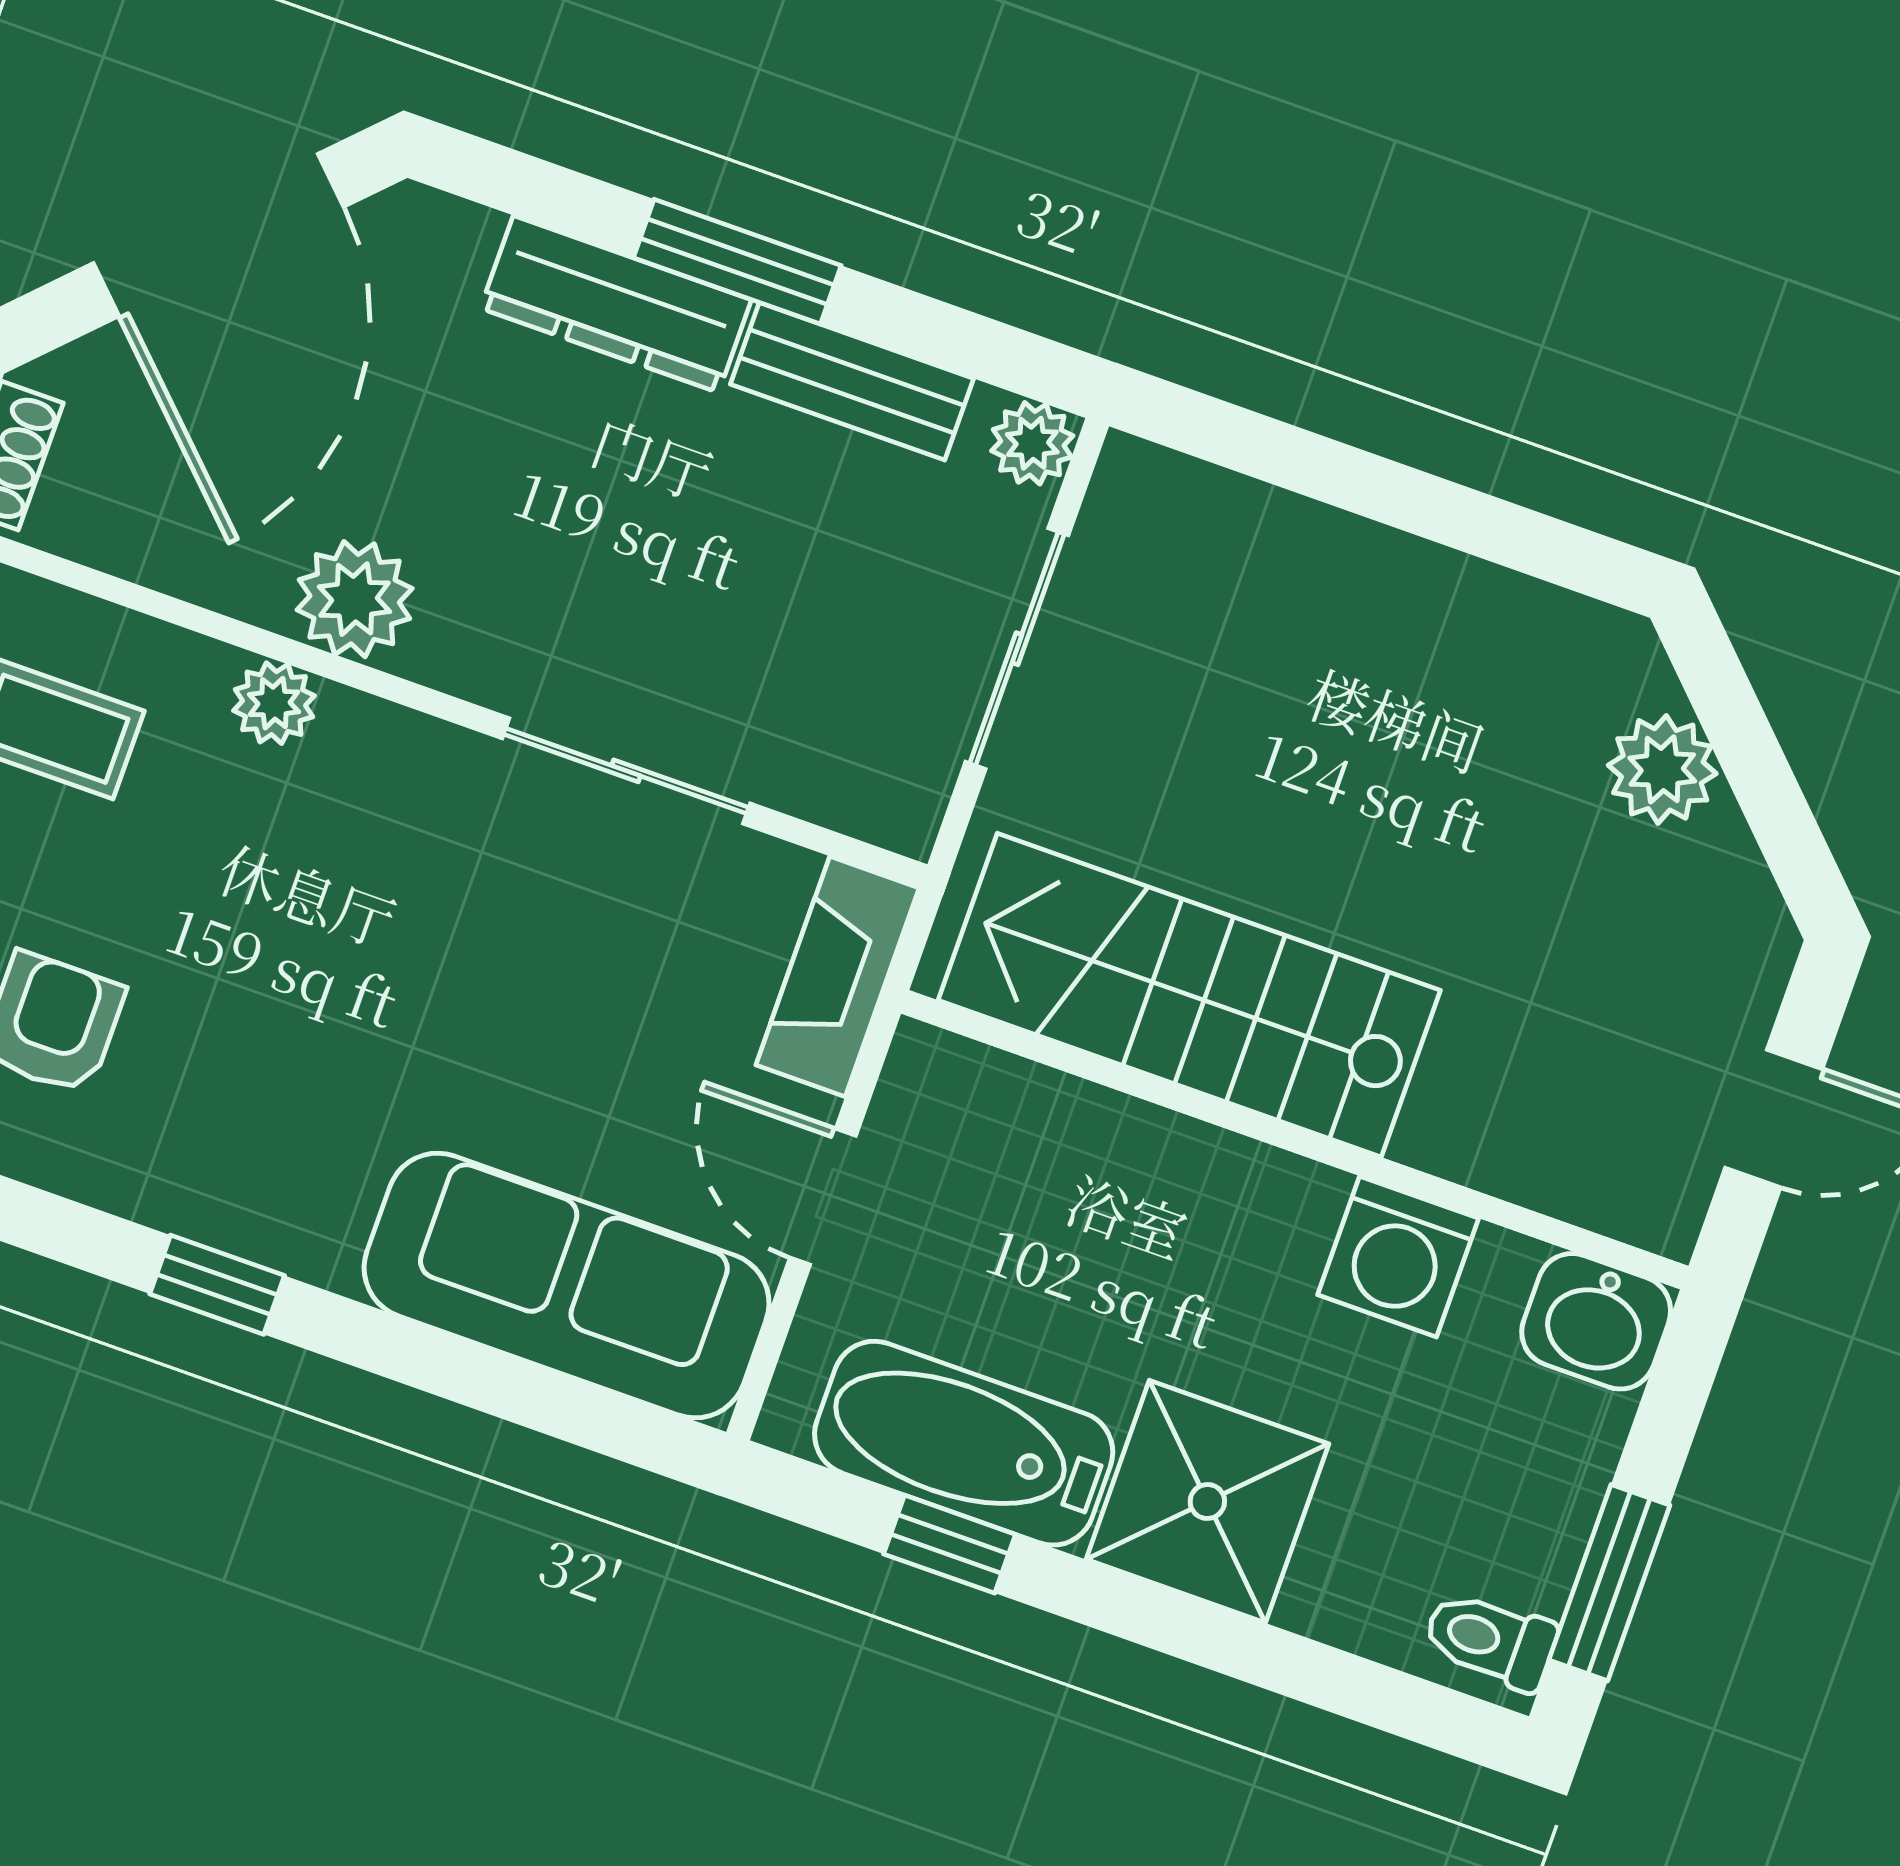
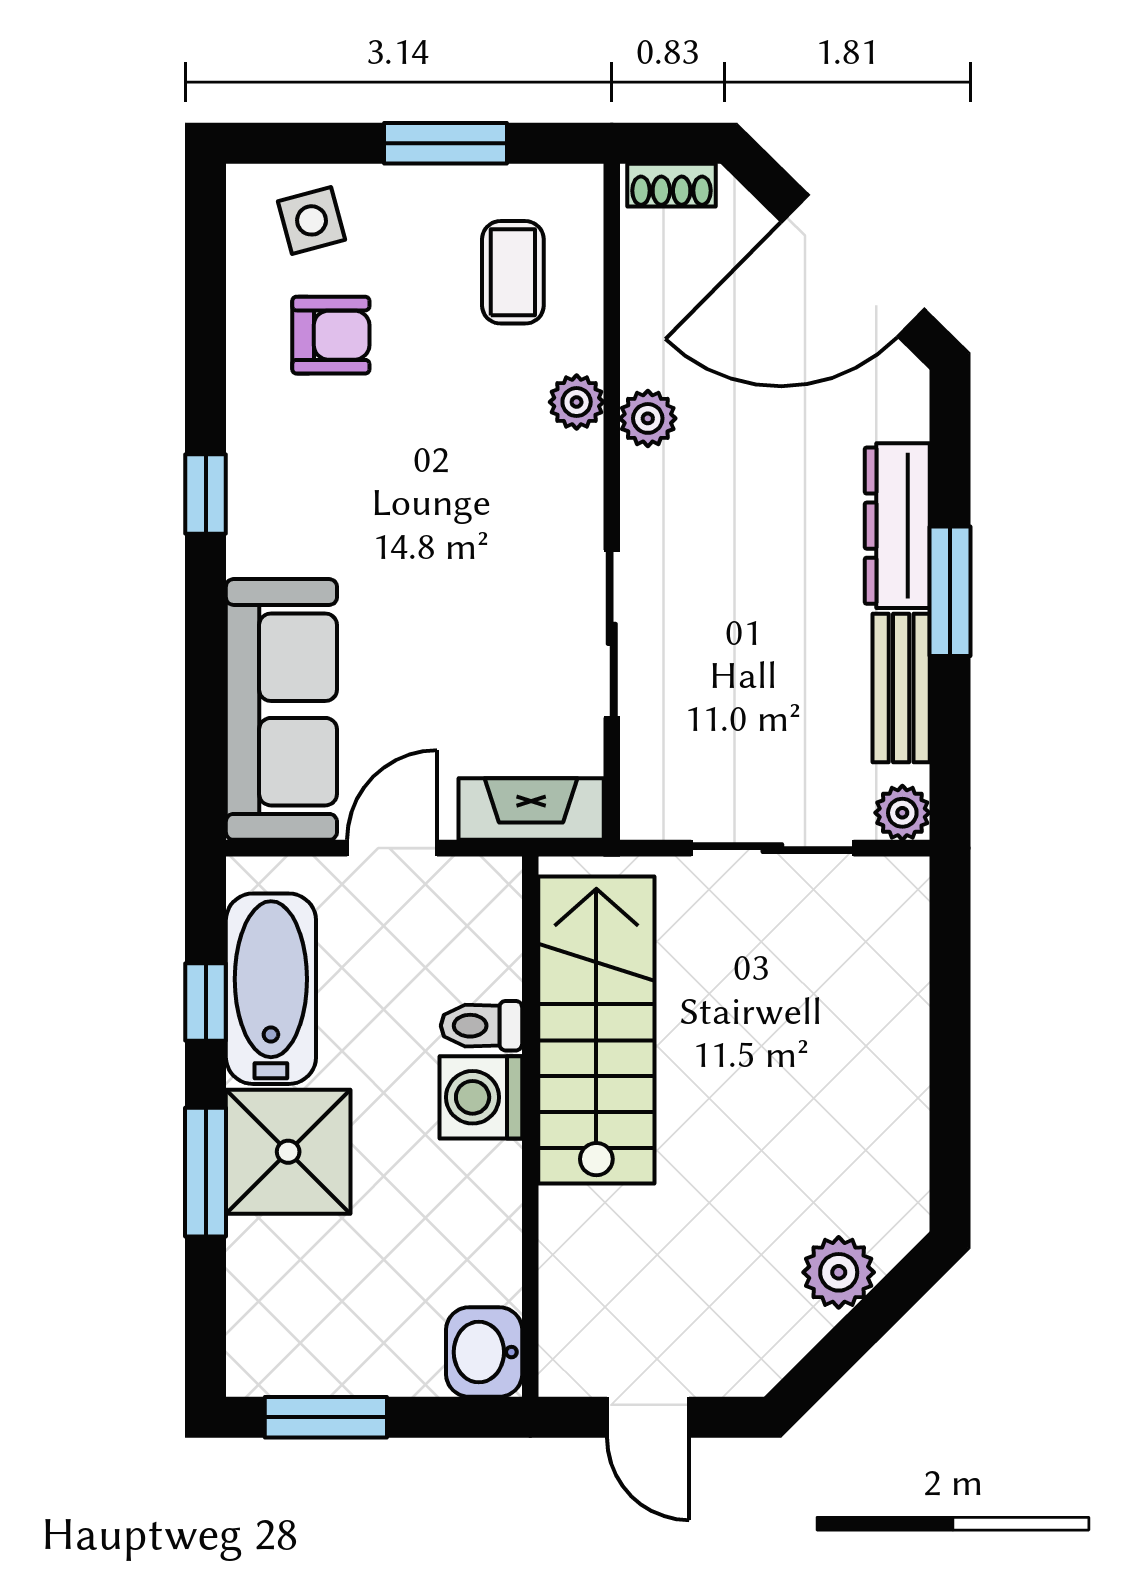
plant: (355, 599) -> (648, 418), width x0.73, depth x0.73
washing machine: (1398, 1257) -> (481, 1097), moved
window: (1195, 1631) -> (206, 1172), added
toilet: (1490, 1640) -> (481, 1026), moved, turned -90

